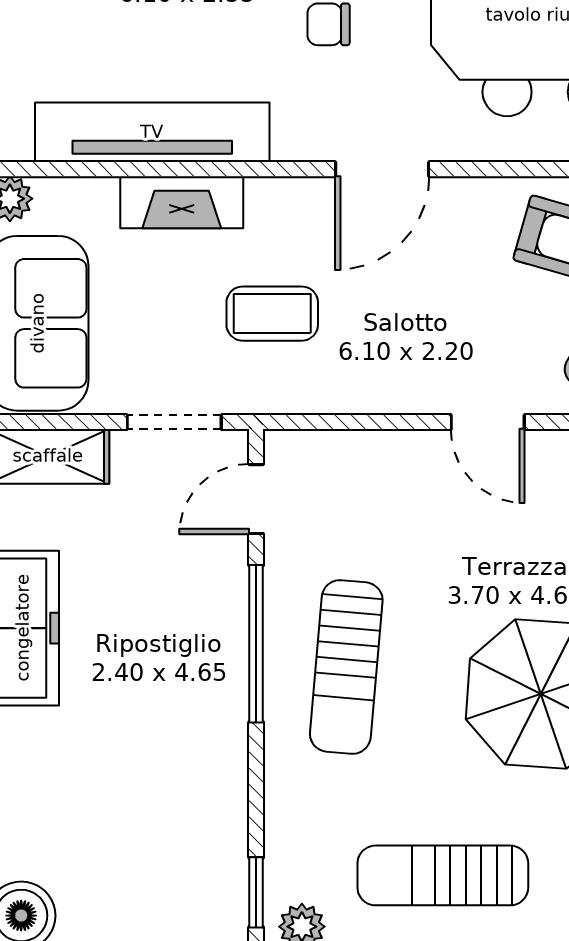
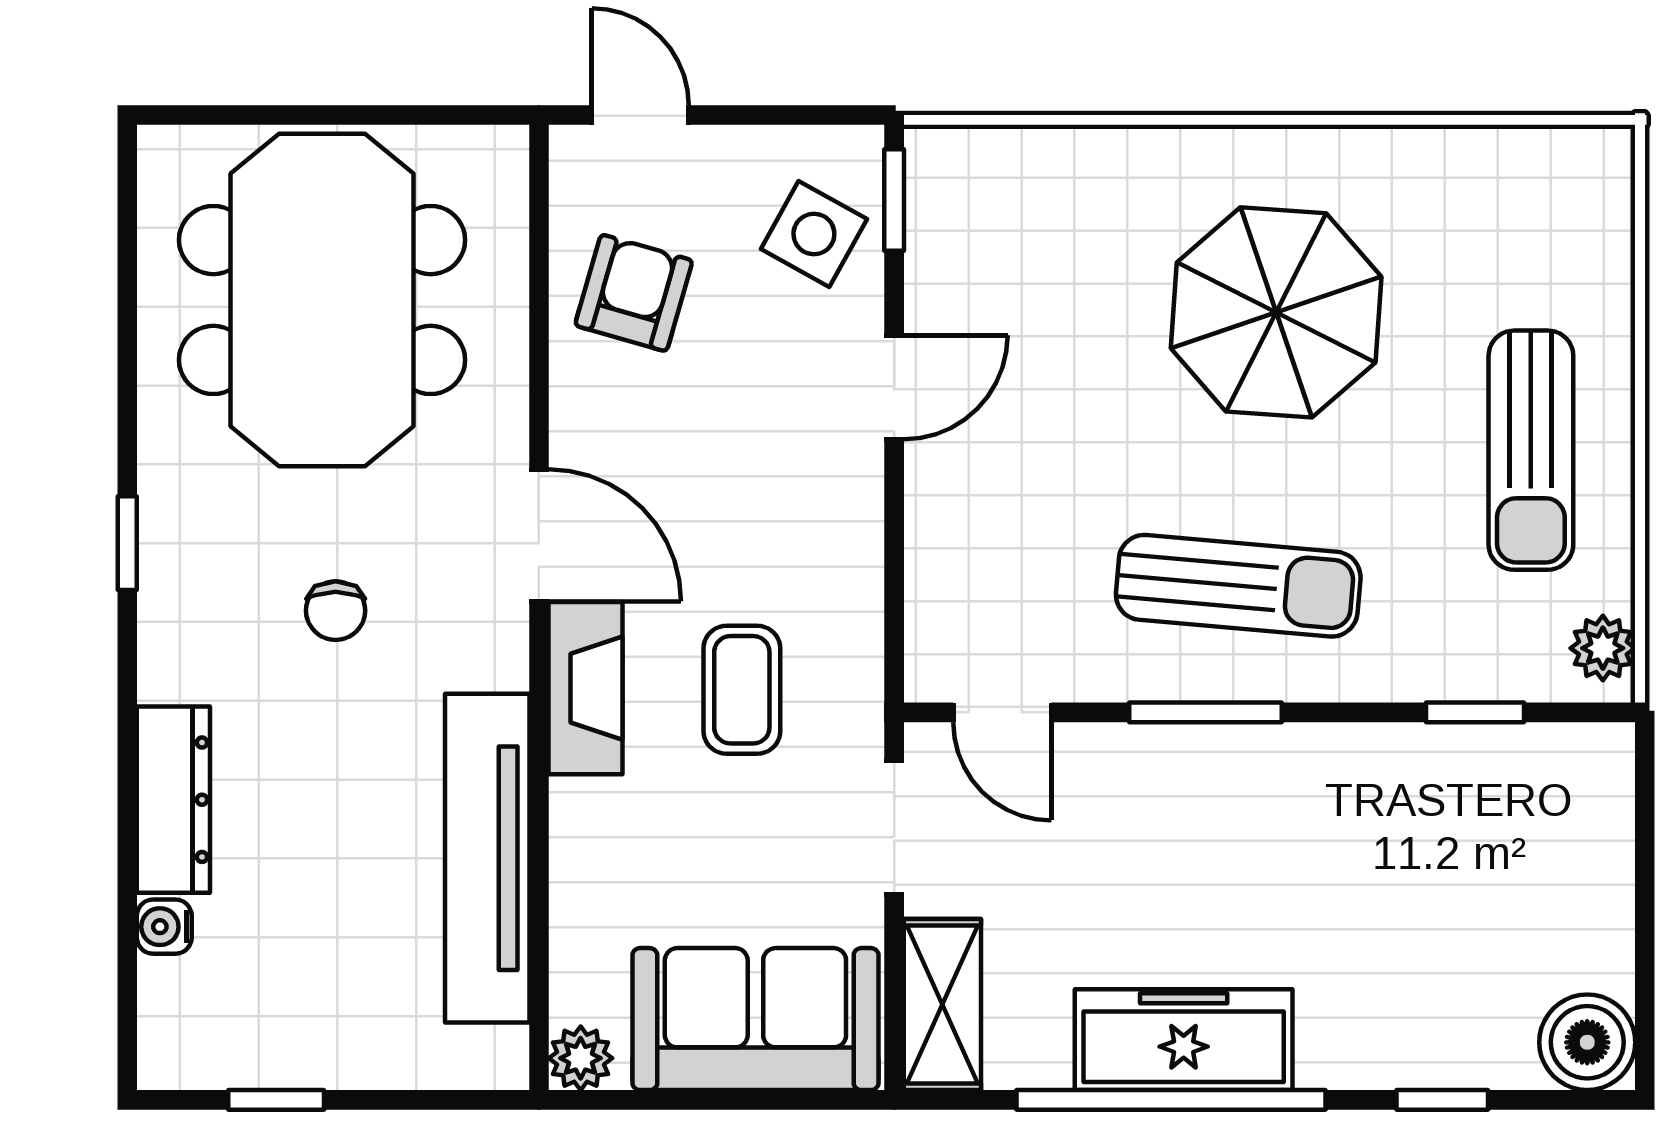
fireplace: (182, 202) -> (585, 688), moved
window: (256, 644) -> (1205, 712), width x0.69
window: (256, 892) -> (1475, 712), moved

